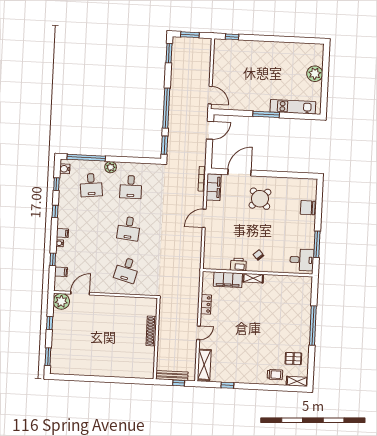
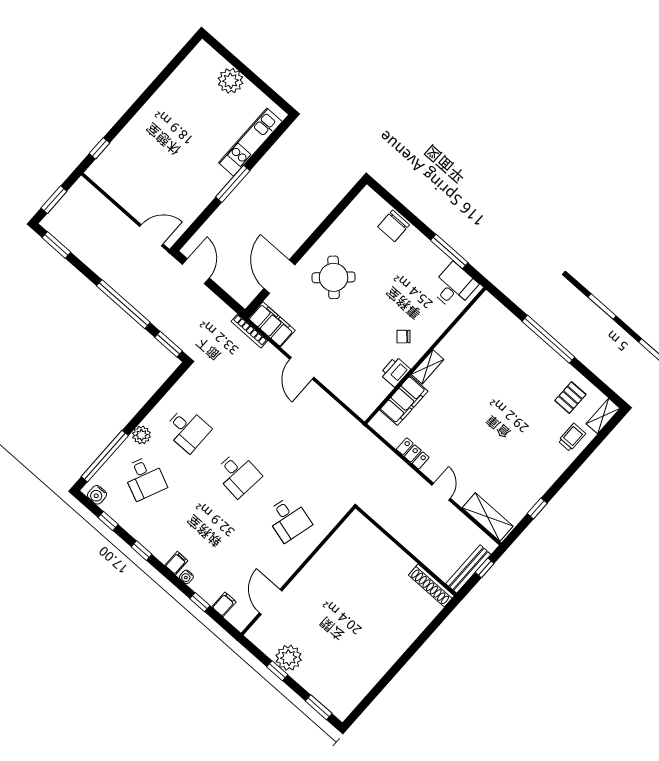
desk: (91, 185) -> (145, 478), turned 30
plant: (61, 301) -> (289, 658), moved
shoe rack: (151, 331) -> (431, 585), moved

